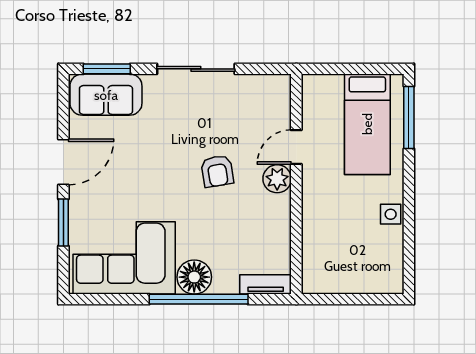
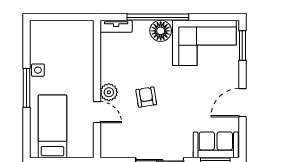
window: (409, 117) -> (26, 88), moved
door: (296, 147) -> (97, 112), hinge flipped
window: (63, 223) -> (242, 46), moved

